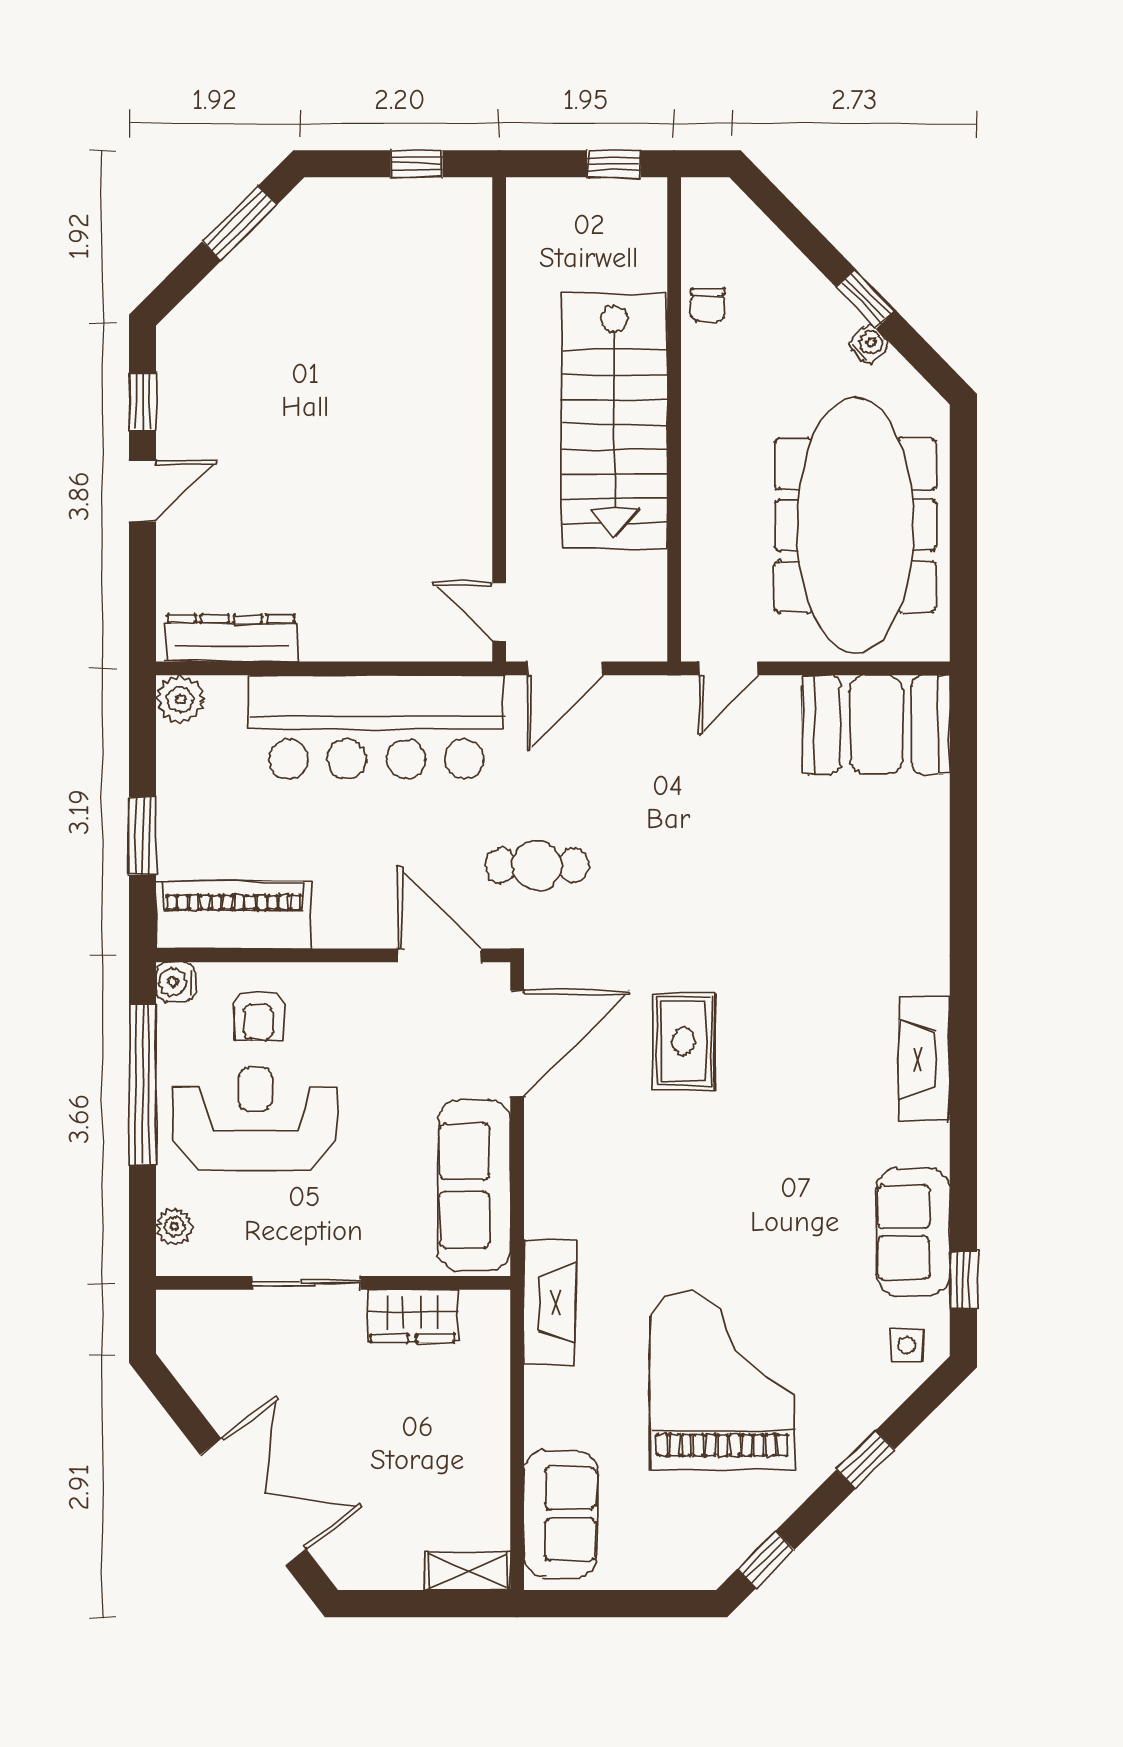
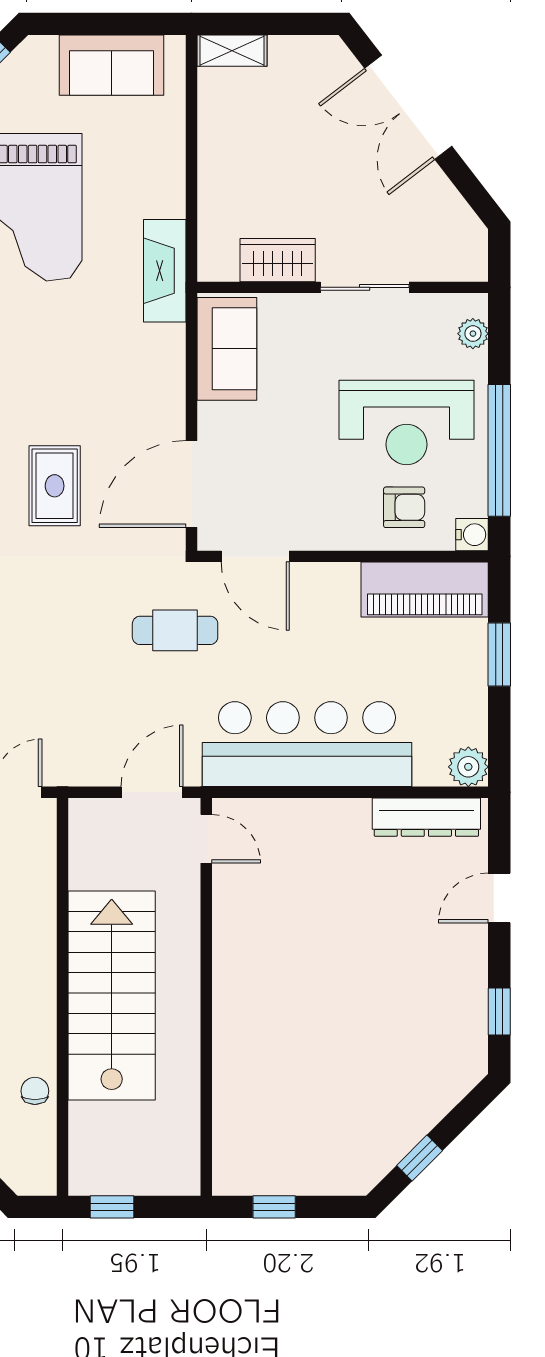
window: (239, 223) -> (420, 1158), width x0.67
door: (143, 491) -> (499, 898), moved
armchair: (258, 1015) -> (404, 507), turned 90
sofa: (474, 1185) -> (227, 349), width x0.73
sofa: (561, 1514) -> (112, 65), moved, turned -90

